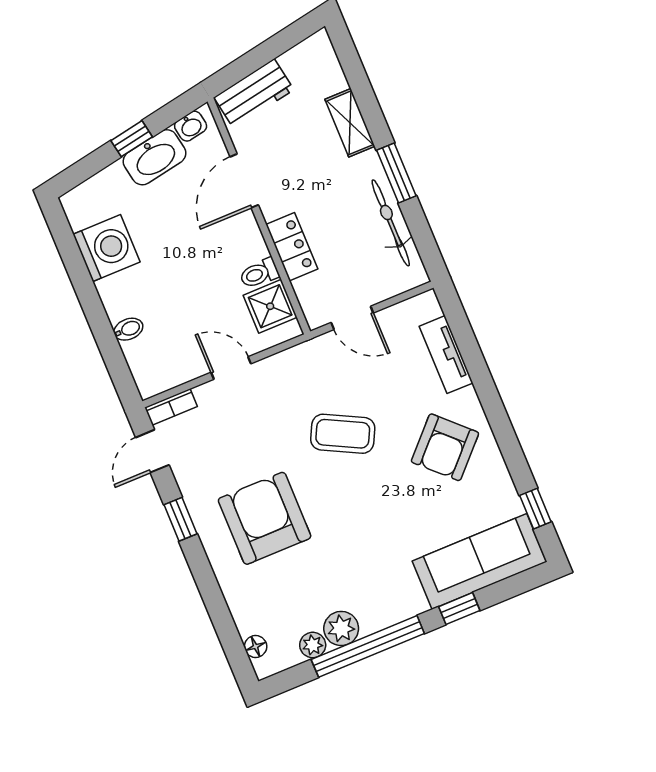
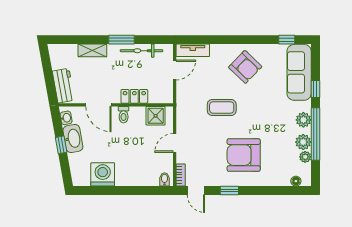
toilet: (259, 273) -> (124, 115), moved
door: (352, 318) -> (175, 70), moved
bidet: (128, 329) -> (164, 179), moved
tv unit: (446, 355) -> (193, 50), moved
coffee table: (343, 434) -> (222, 107), turned 63
plant: (386, 610) -> (303, 120), added

